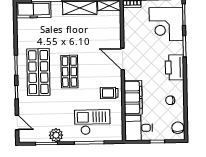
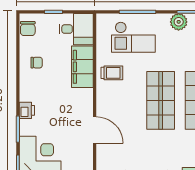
door: (123, 59) -> (95, 130), moved
printer: (175, 67) -> (27, 110), width x0.53, depth x0.68
shop shelf: (69, 72) -> (161, 100), width x1.43, depth x1.36

